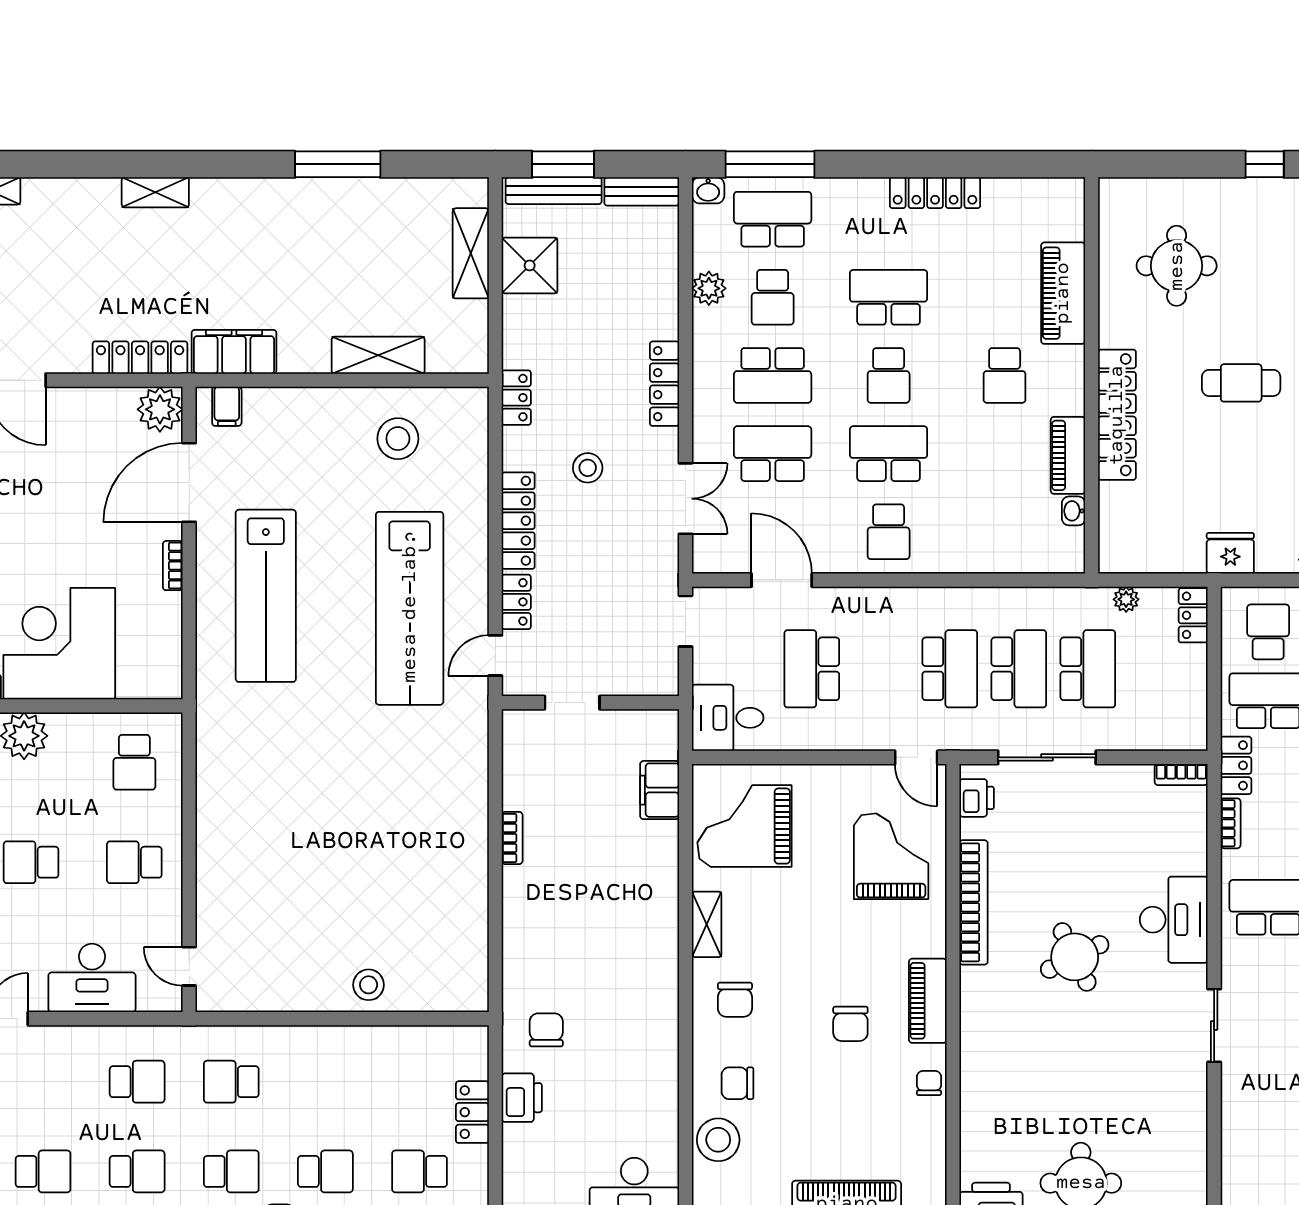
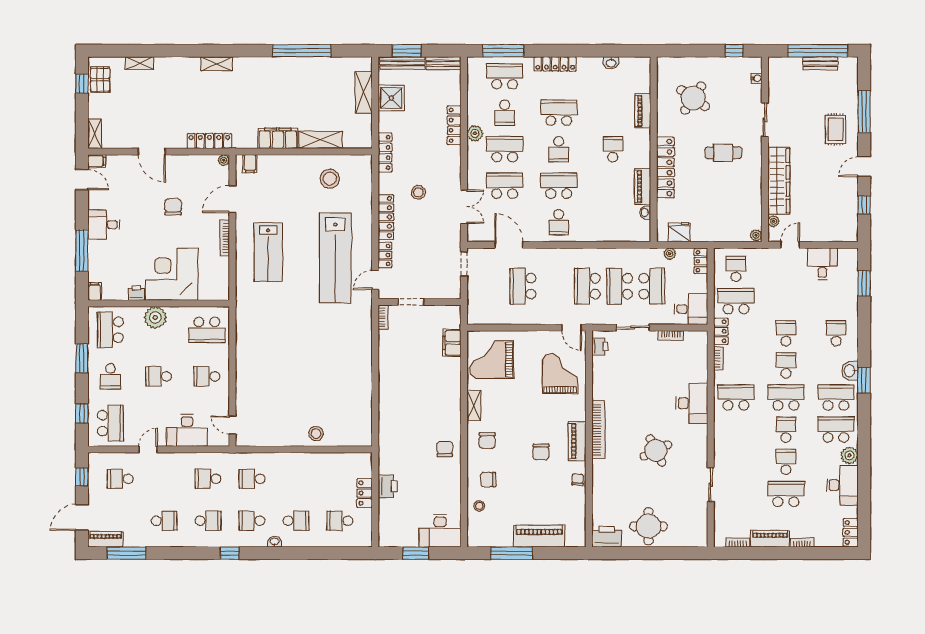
window: (338, 164) -> (302, 51), width x1.46
washbasin: (708, 190) -> (611, 63), moved
locker: (935, 193) -> (555, 64), moved
round table: (1177, 266) -> (693, 98), turned 34
plant: (709, 288) -> (475, 133), moved
piano: (1063, 293) -> (643, 111), width x0.73, depth x0.75
filing cabinet: (234, 352) -> (278, 138), moved
school desk: (773, 375) -> (505, 149), turned 180
school desk: (1005, 375) -> (613, 149), turned 180
locker: (664, 384) -> (454, 125), moved
locker: (516, 398) -> (385, 153), width x1.53
plant: (160, 409) -> (224, 160), width x0.53, depth x0.53
door: (189, 482) -> (232, 199), width x0.73
chair: (62, 499) -> (173, 207), added
fridge: (1230, 553) -> (679, 232), moved
bookcase: (173, 566) -> (225, 238), width x1.56
lab bench: (266, 596) -> (268, 252), width x0.73
school desk: (950, 669) -> (587, 286), turned 180
school desk: (1019, 669) -> (620, 286), turned 180
desk: (728, 718) -> (691, 309), moved, turned 180
sliding door: (1047, 757) -> (633, 328), width x0.73
school desk: (134, 762) -> (207, 330), width x1.85
bookcase: (1181, 775) -> (671, 335), moved
bookcase: (512, 838) -> (383, 317), moved
bookcase: (974, 902) -> (598, 430), moved
round table: (1075, 957) -> (656, 450), moved
sliding door: (1214, 1025) -> (711, 485), moved
chair: (546, 1030) -> (445, 449), moved
school desk: (137, 1082) -> (208, 479), turned 180
stool: (718, 1140) -> (479, 506), width x0.53, depth x0.53
school desk: (231, 1171) -> (252, 521), turned 180

